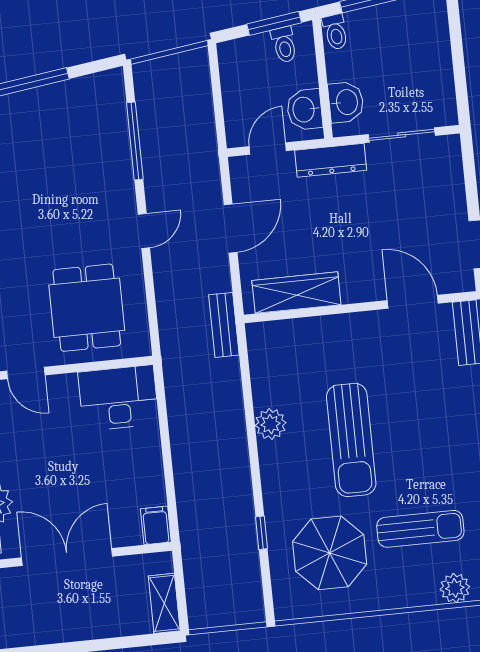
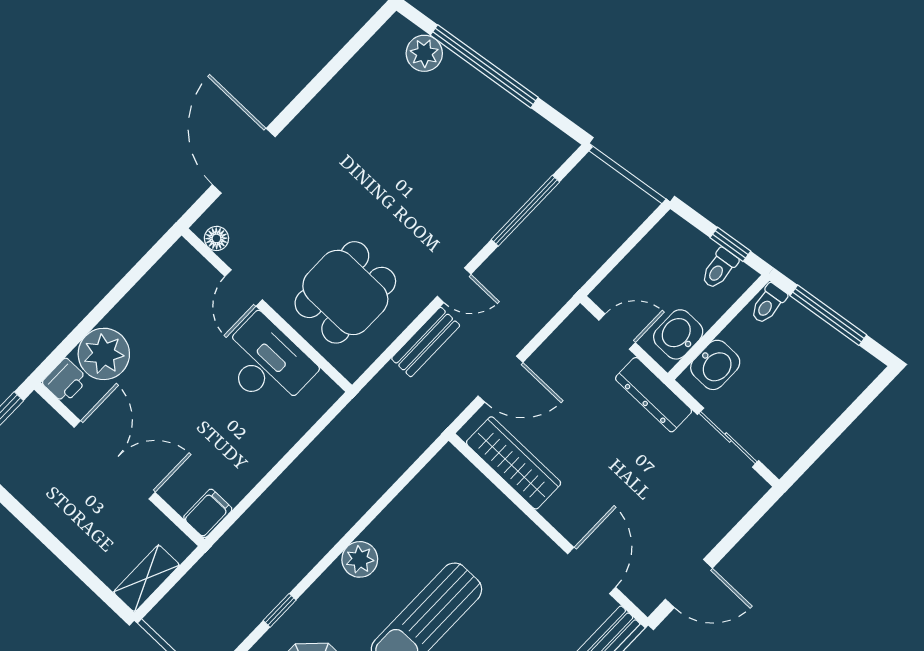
window: (274, 23) -> (730, 244), width x0.67
door: (231, 229) -> (501, 379), moved
bench: (224, 325) -> (426, 342), moved
desk: (118, 398) -> (266, 363), moved
plant: (271, 424) -> (360, 559), moved

